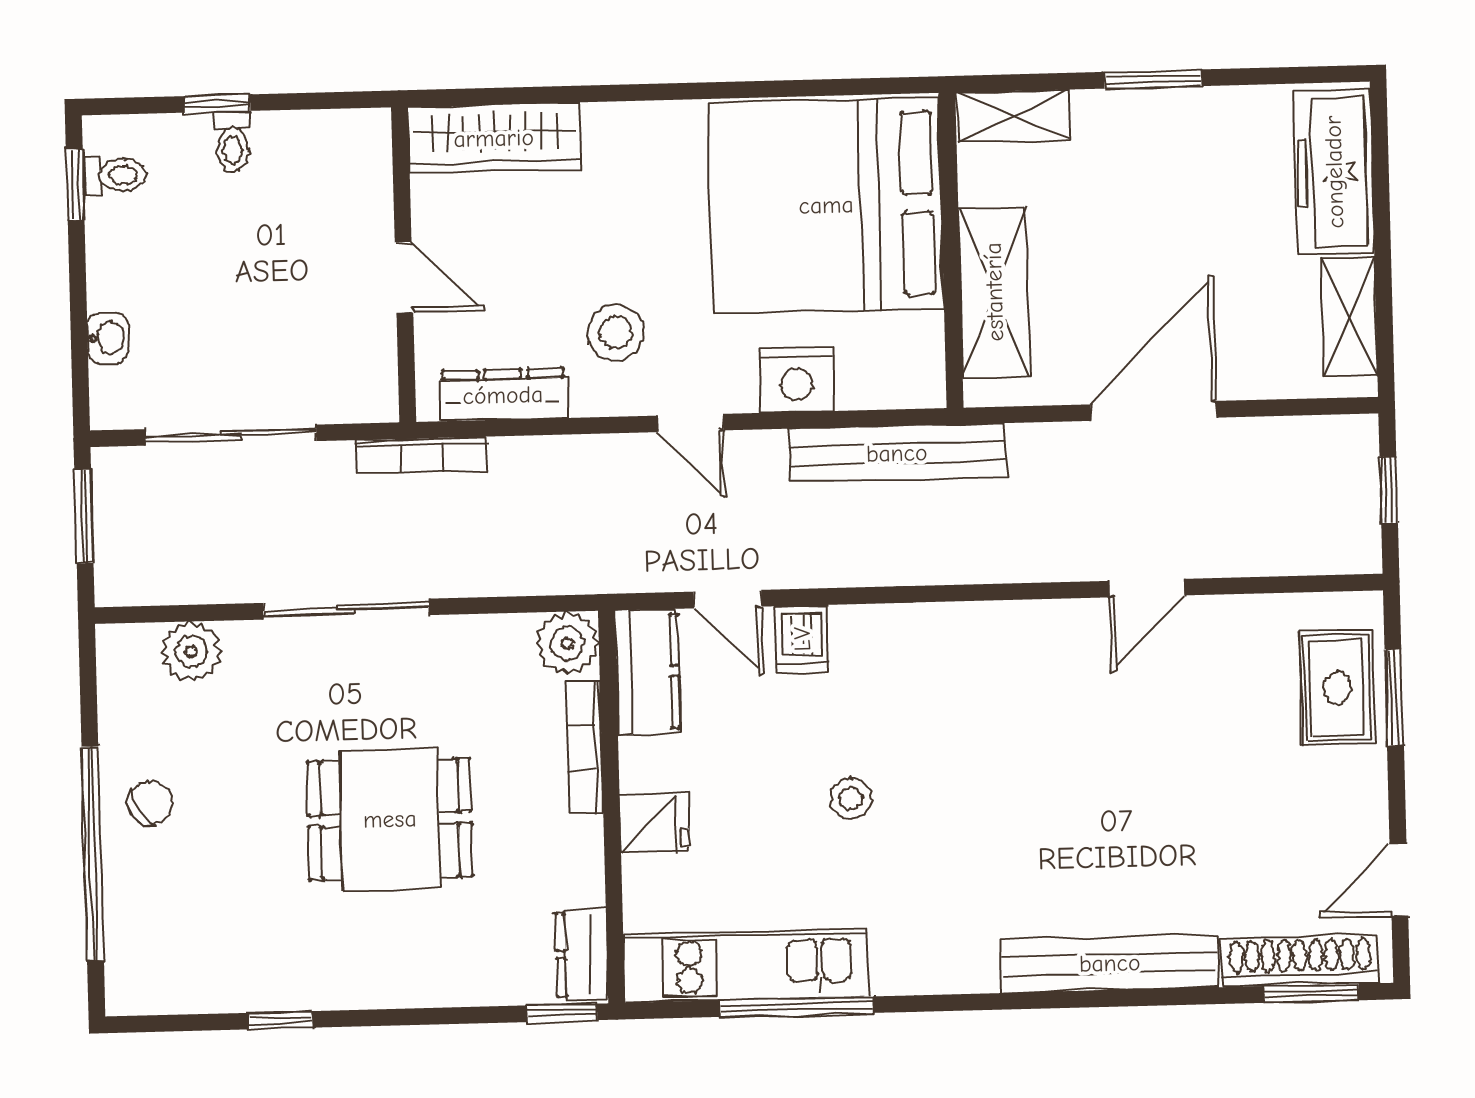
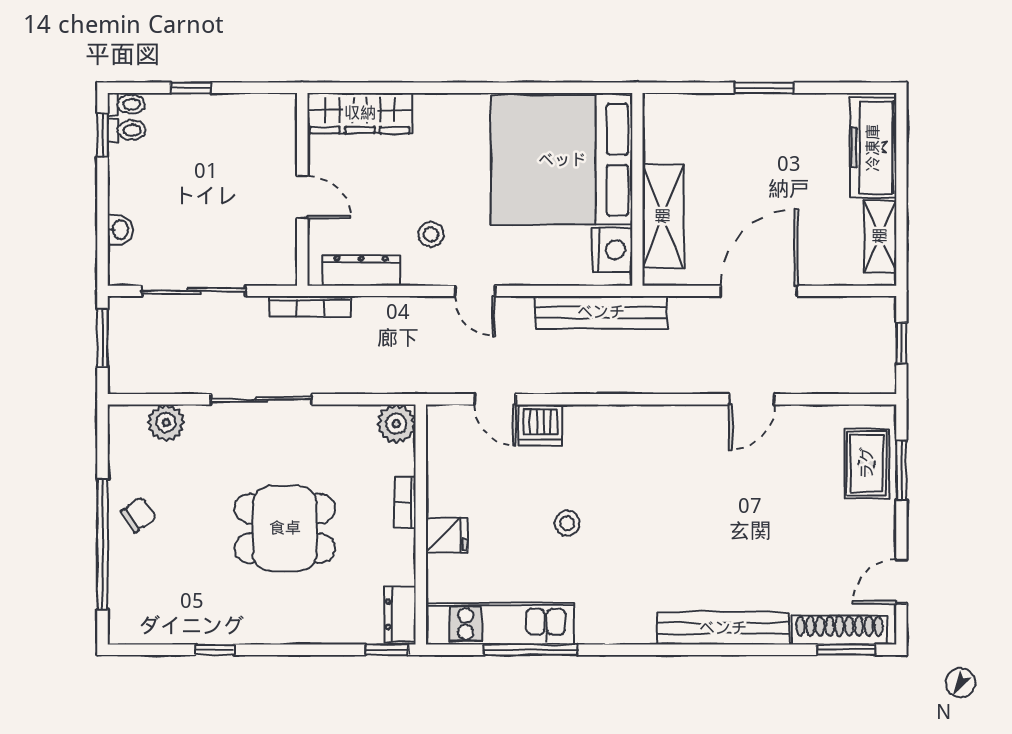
shelving: (1014, 116) -> (678, 108), removed
toilet: (233, 142) -> (126, 104), moved, turned -90
stool: (616, 333) -> (431, 234), width x0.73, depth x0.73
nightstand: (796, 379) -> (612, 250), moved, turned -90
dishwasher: (802, 639) -> (540, 425), width x1.38
kitchen counter: (647, 672) -> (445, 442), removed
bookcase: (585, 747) -> (405, 502), width x0.64

